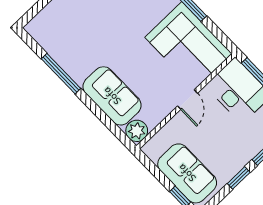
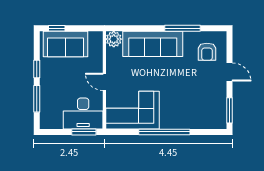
armchair: (61, 28) -> (207, 52), added
sofa: (112, 96) -> (153, 44), width x1.36

